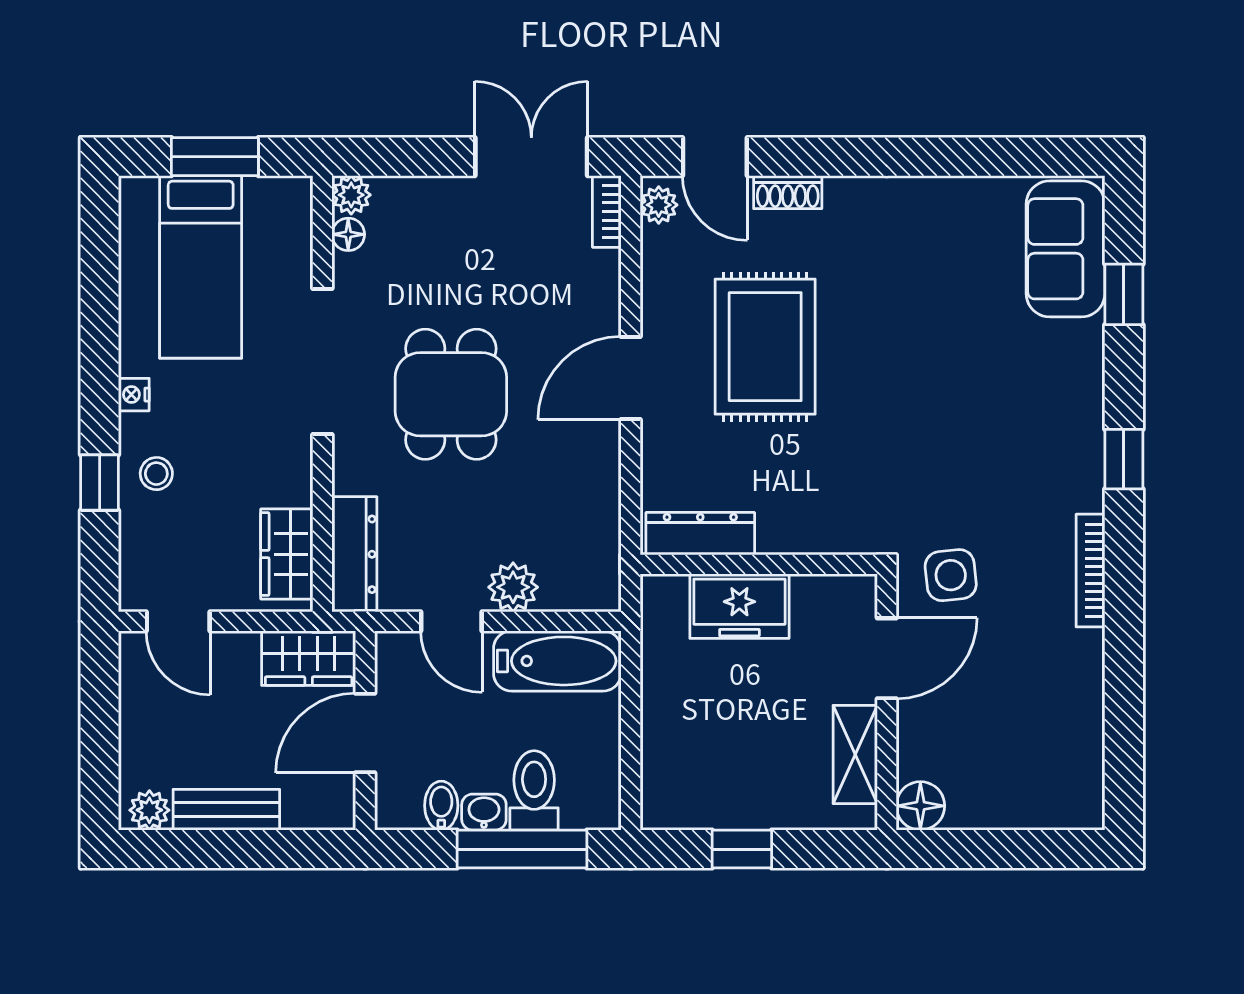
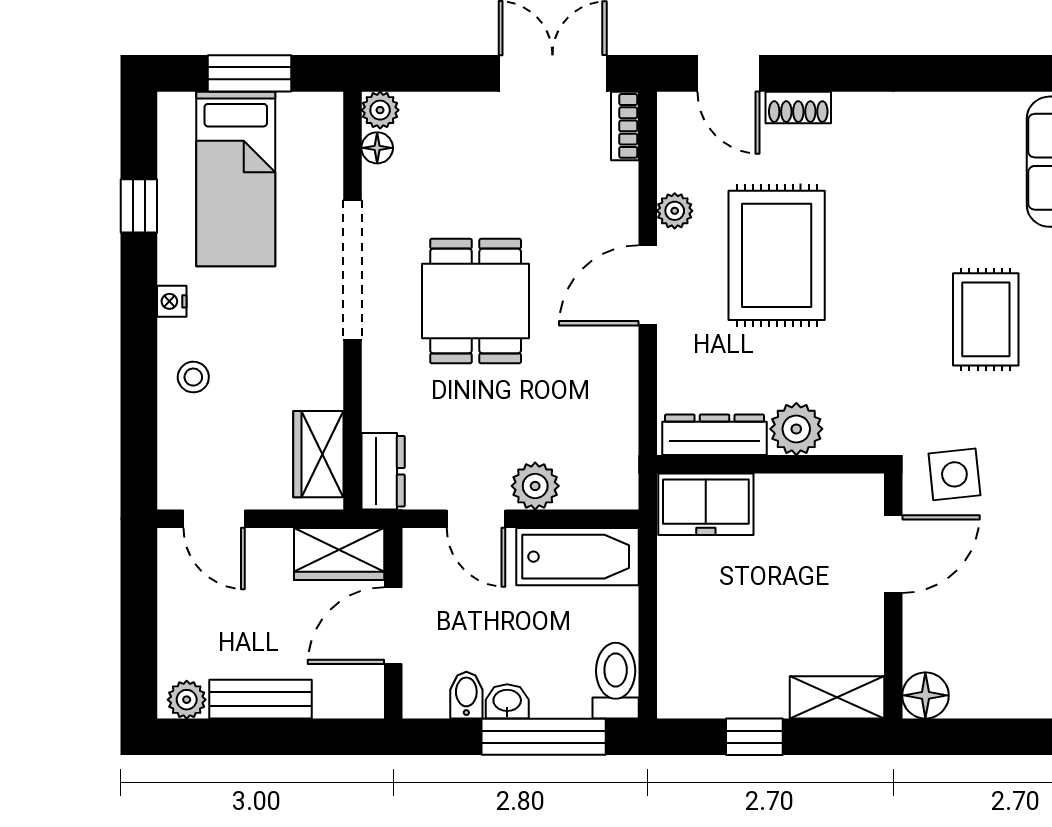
plant: (659, 205) -> (675, 211), moved
rug: (983, 413) -> (986, 319), added
window: (100, 483) -> (139, 206), moved
plant: (786, 528) -> (796, 429), added
dresser: (354, 554) -> (383, 471), width x0.70
freezer: (739, 606) -> (706, 504), moved
shelving: (855, 755) -> (837, 697), moved, turned 90
toilet: (534, 790) -> (616, 681), moved

